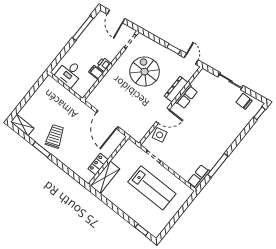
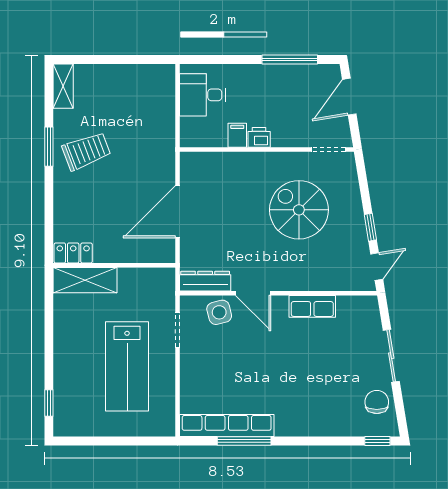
spiral stairs: (145, 72) -> (299, 210), turned -90
dresser: (176, 89) -> (205, 281), moved
locker: (98, 164) -> (73, 253), moved
row of seats: (199, 177) -> (227, 426), width x2.02

